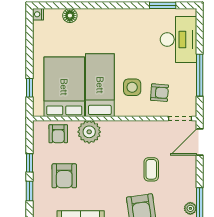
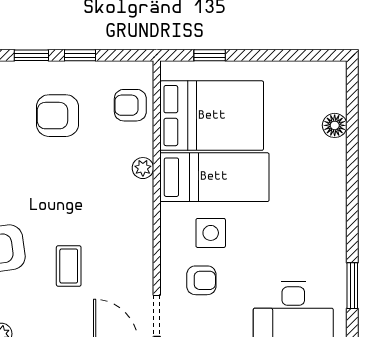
nightstand: (38, 14) -> (337, 70), removed
armchair: (159, 93) -> (201, 280), turned -94
plant: (89, 132) -> (143, 168), width x0.53, depth x0.53
coffee table: (151, 169) -> (69, 266), turned 90

